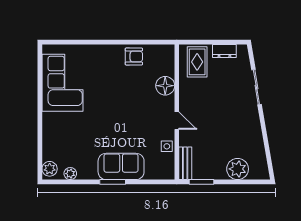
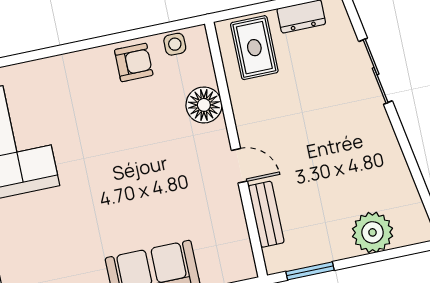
side table: (167, 146) -> (175, 44), moved
bench: (185, 163) -> (266, 214), moved

